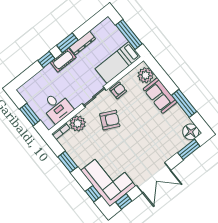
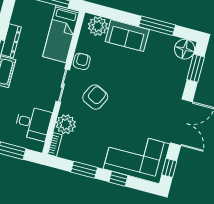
window: (93, 194) -> (118, 179), moved

